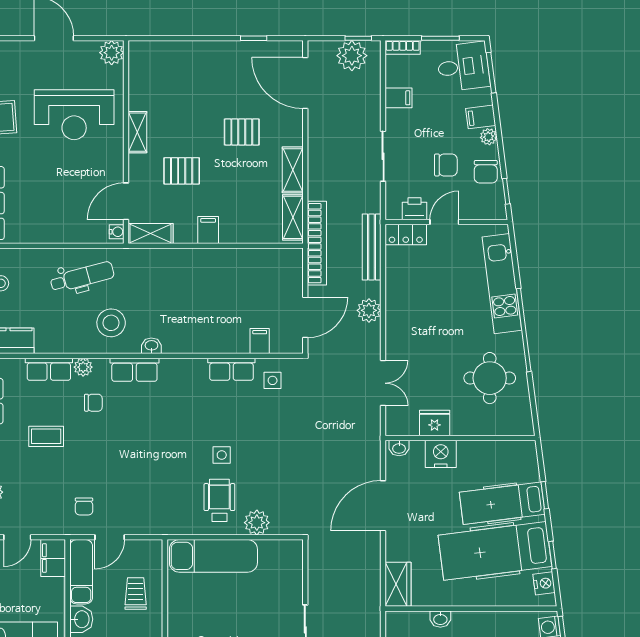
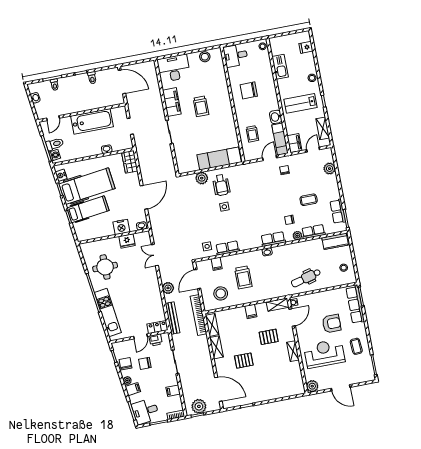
armchair: (47, 173) -> (332, 324), added
trolley: (210, 303) -> (243, 277), added
stool: (111, 323) -> (221, 293), moved

